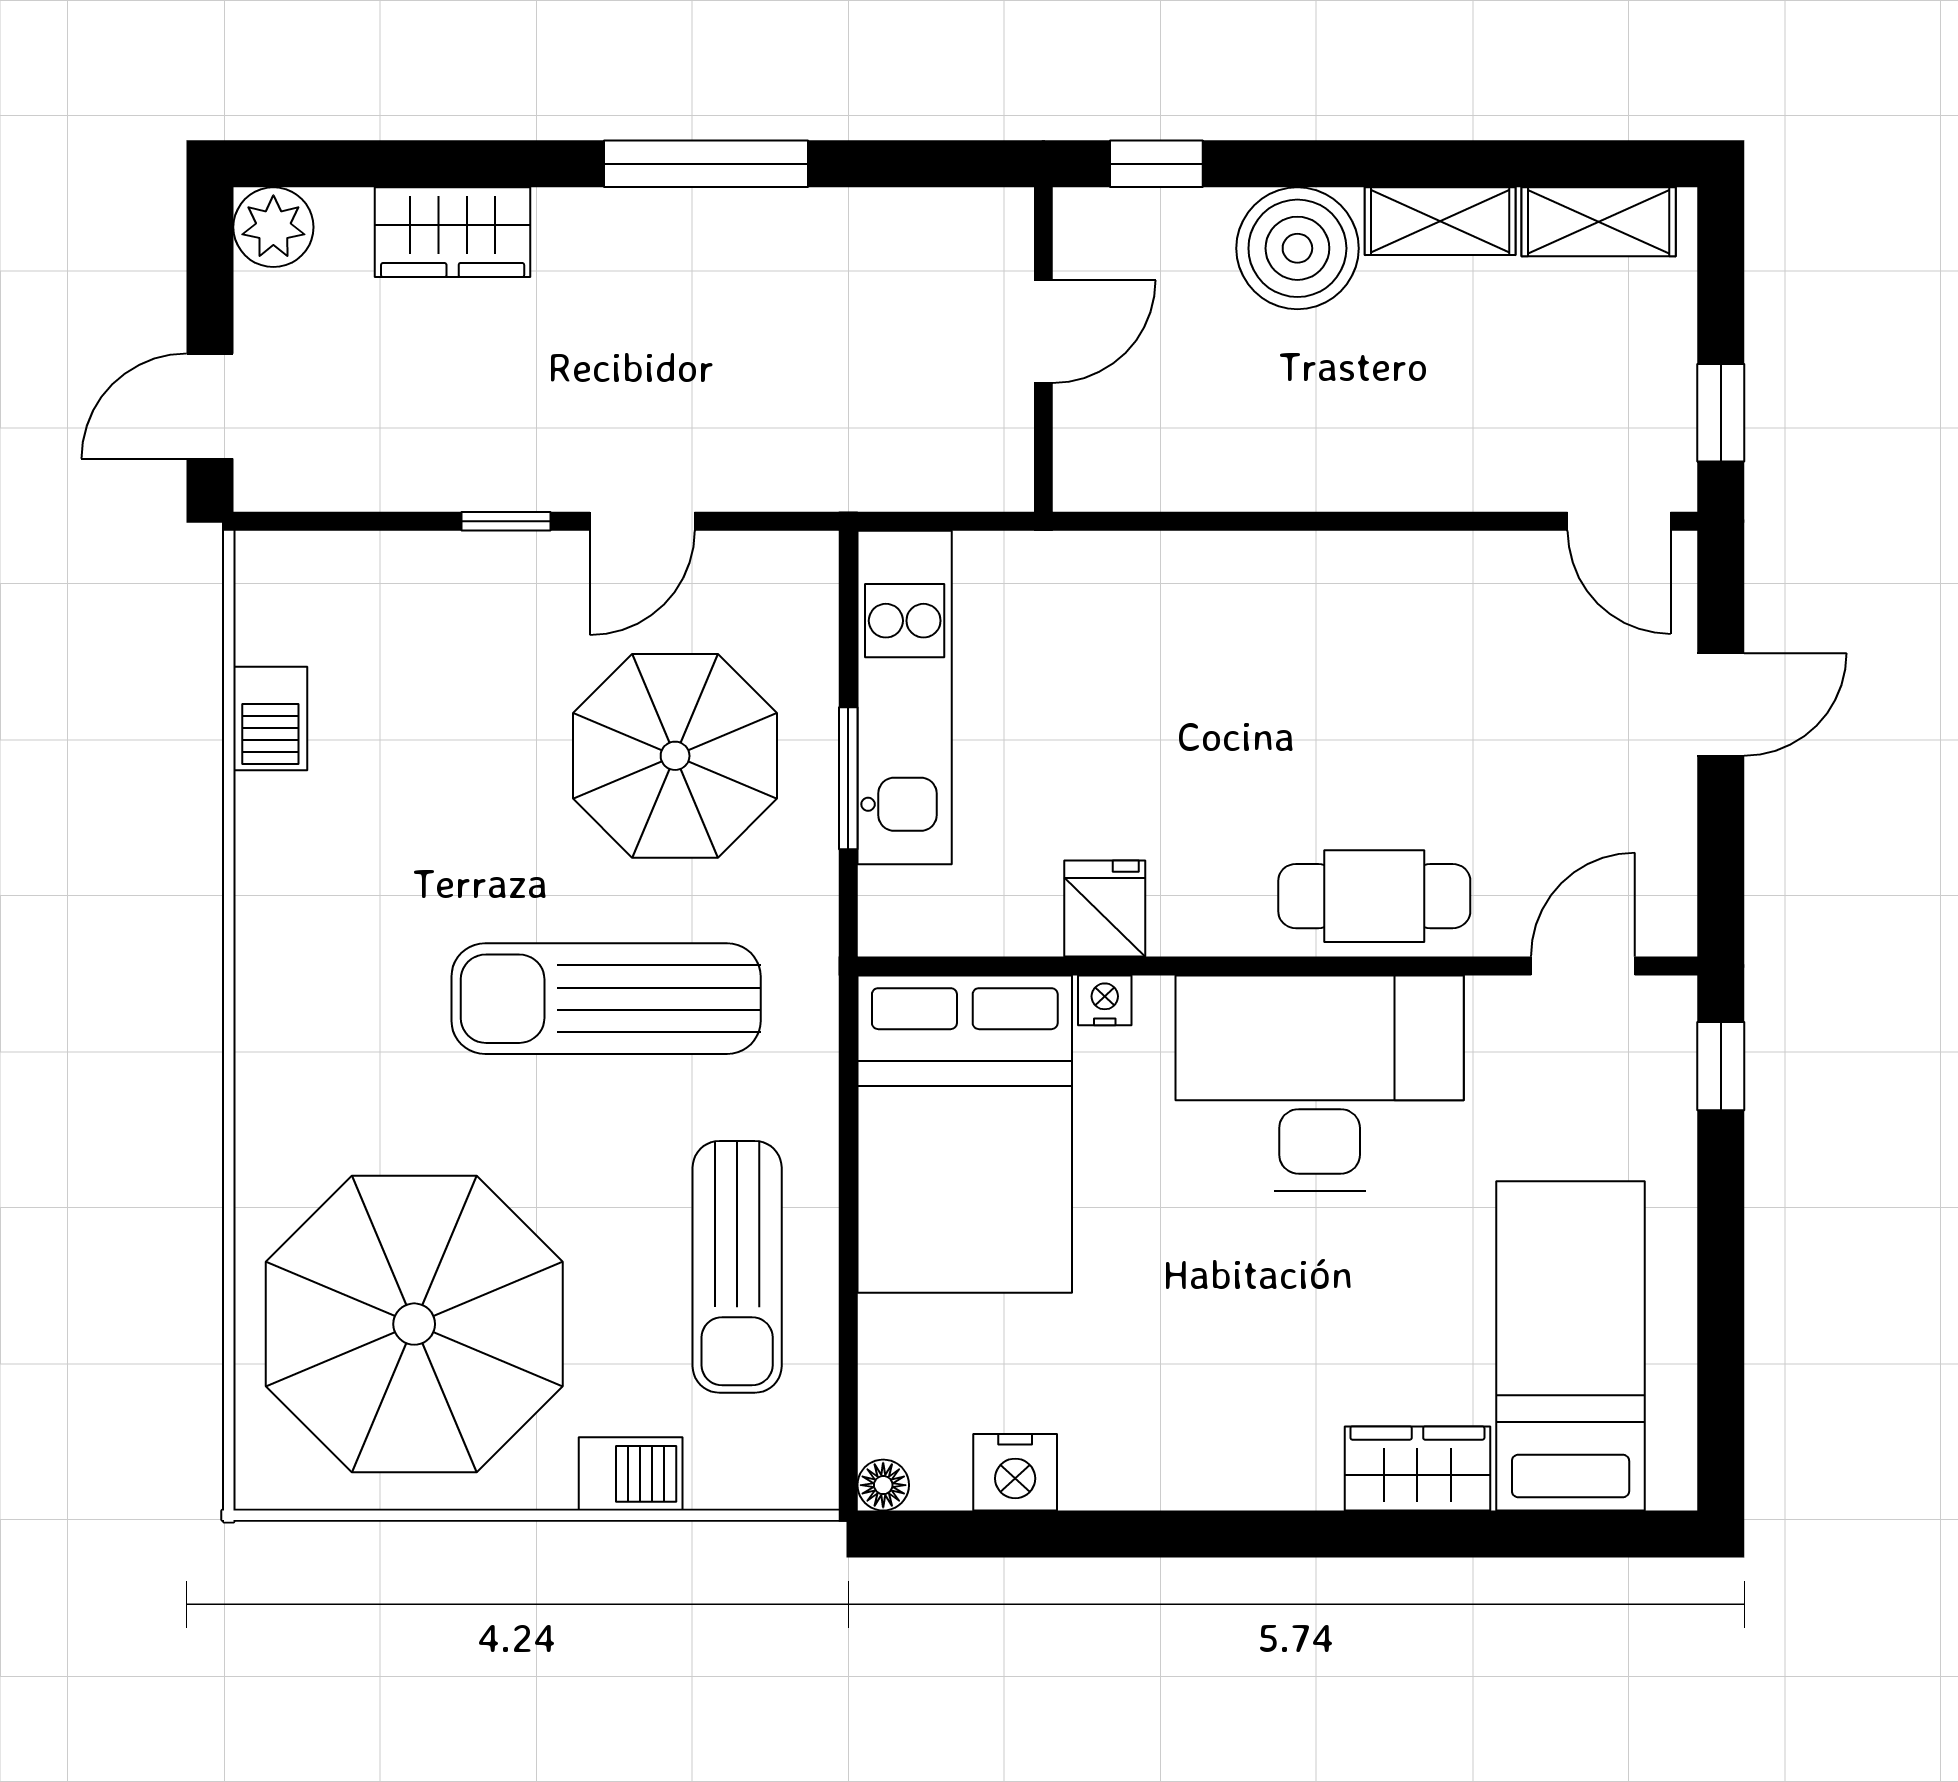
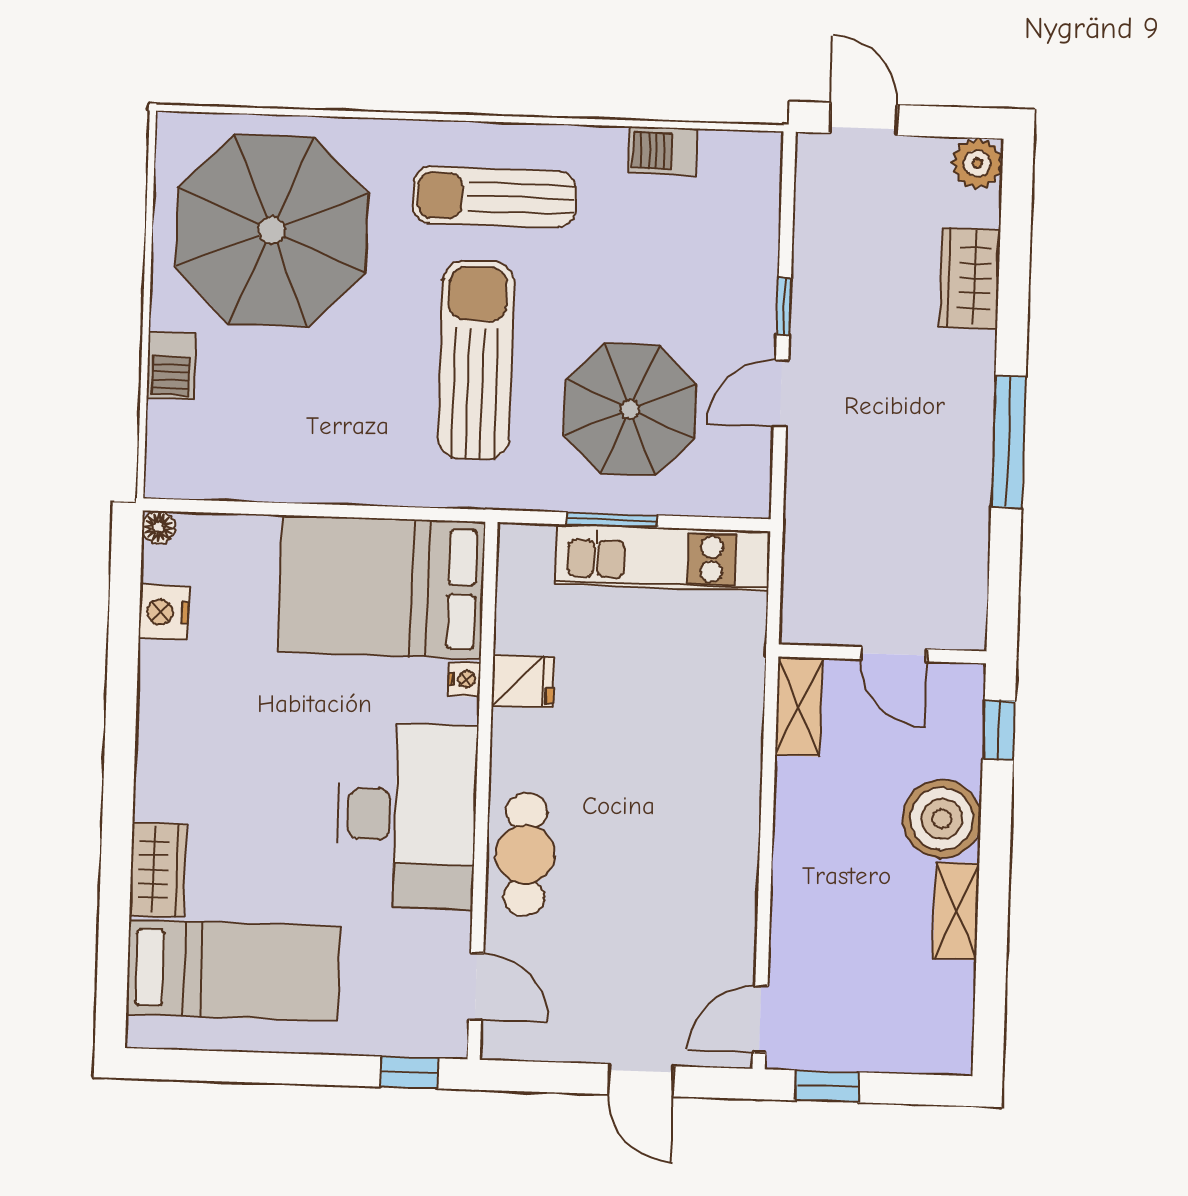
shelving: (1599, 222) -> (799, 707), moved
door: (642, 521) -> (781, 393), hinge flipped
sun lounger: (737, 1267) -> (494, 197), moved

